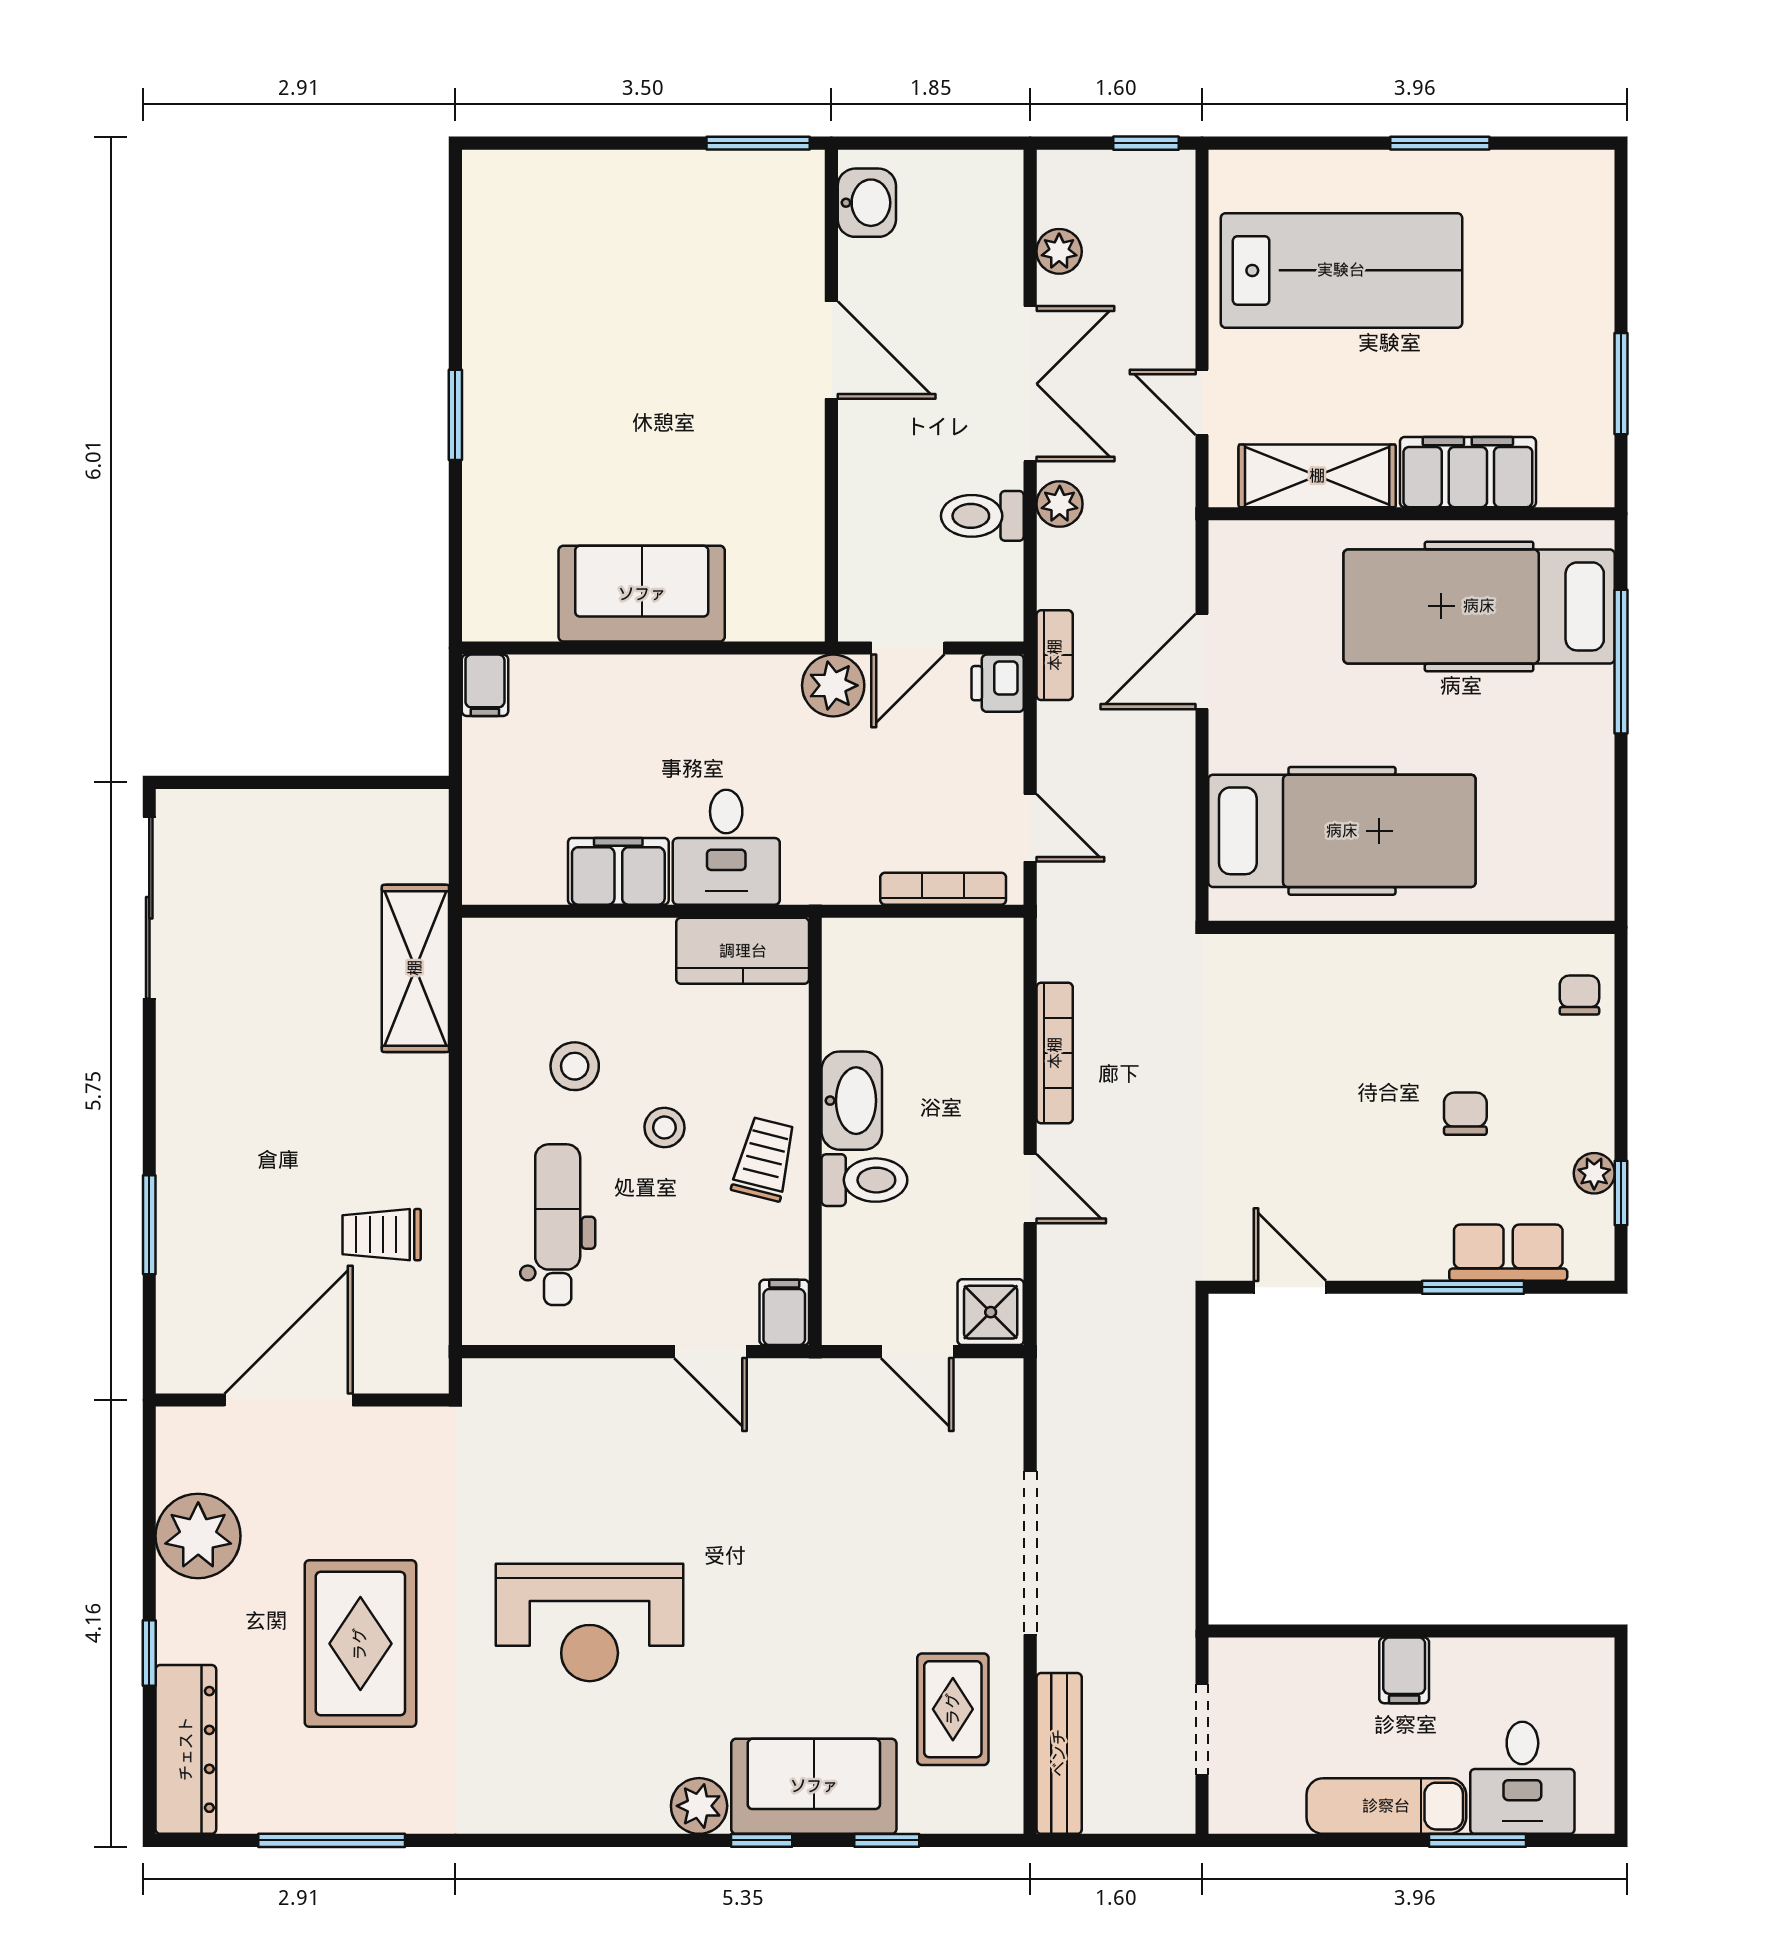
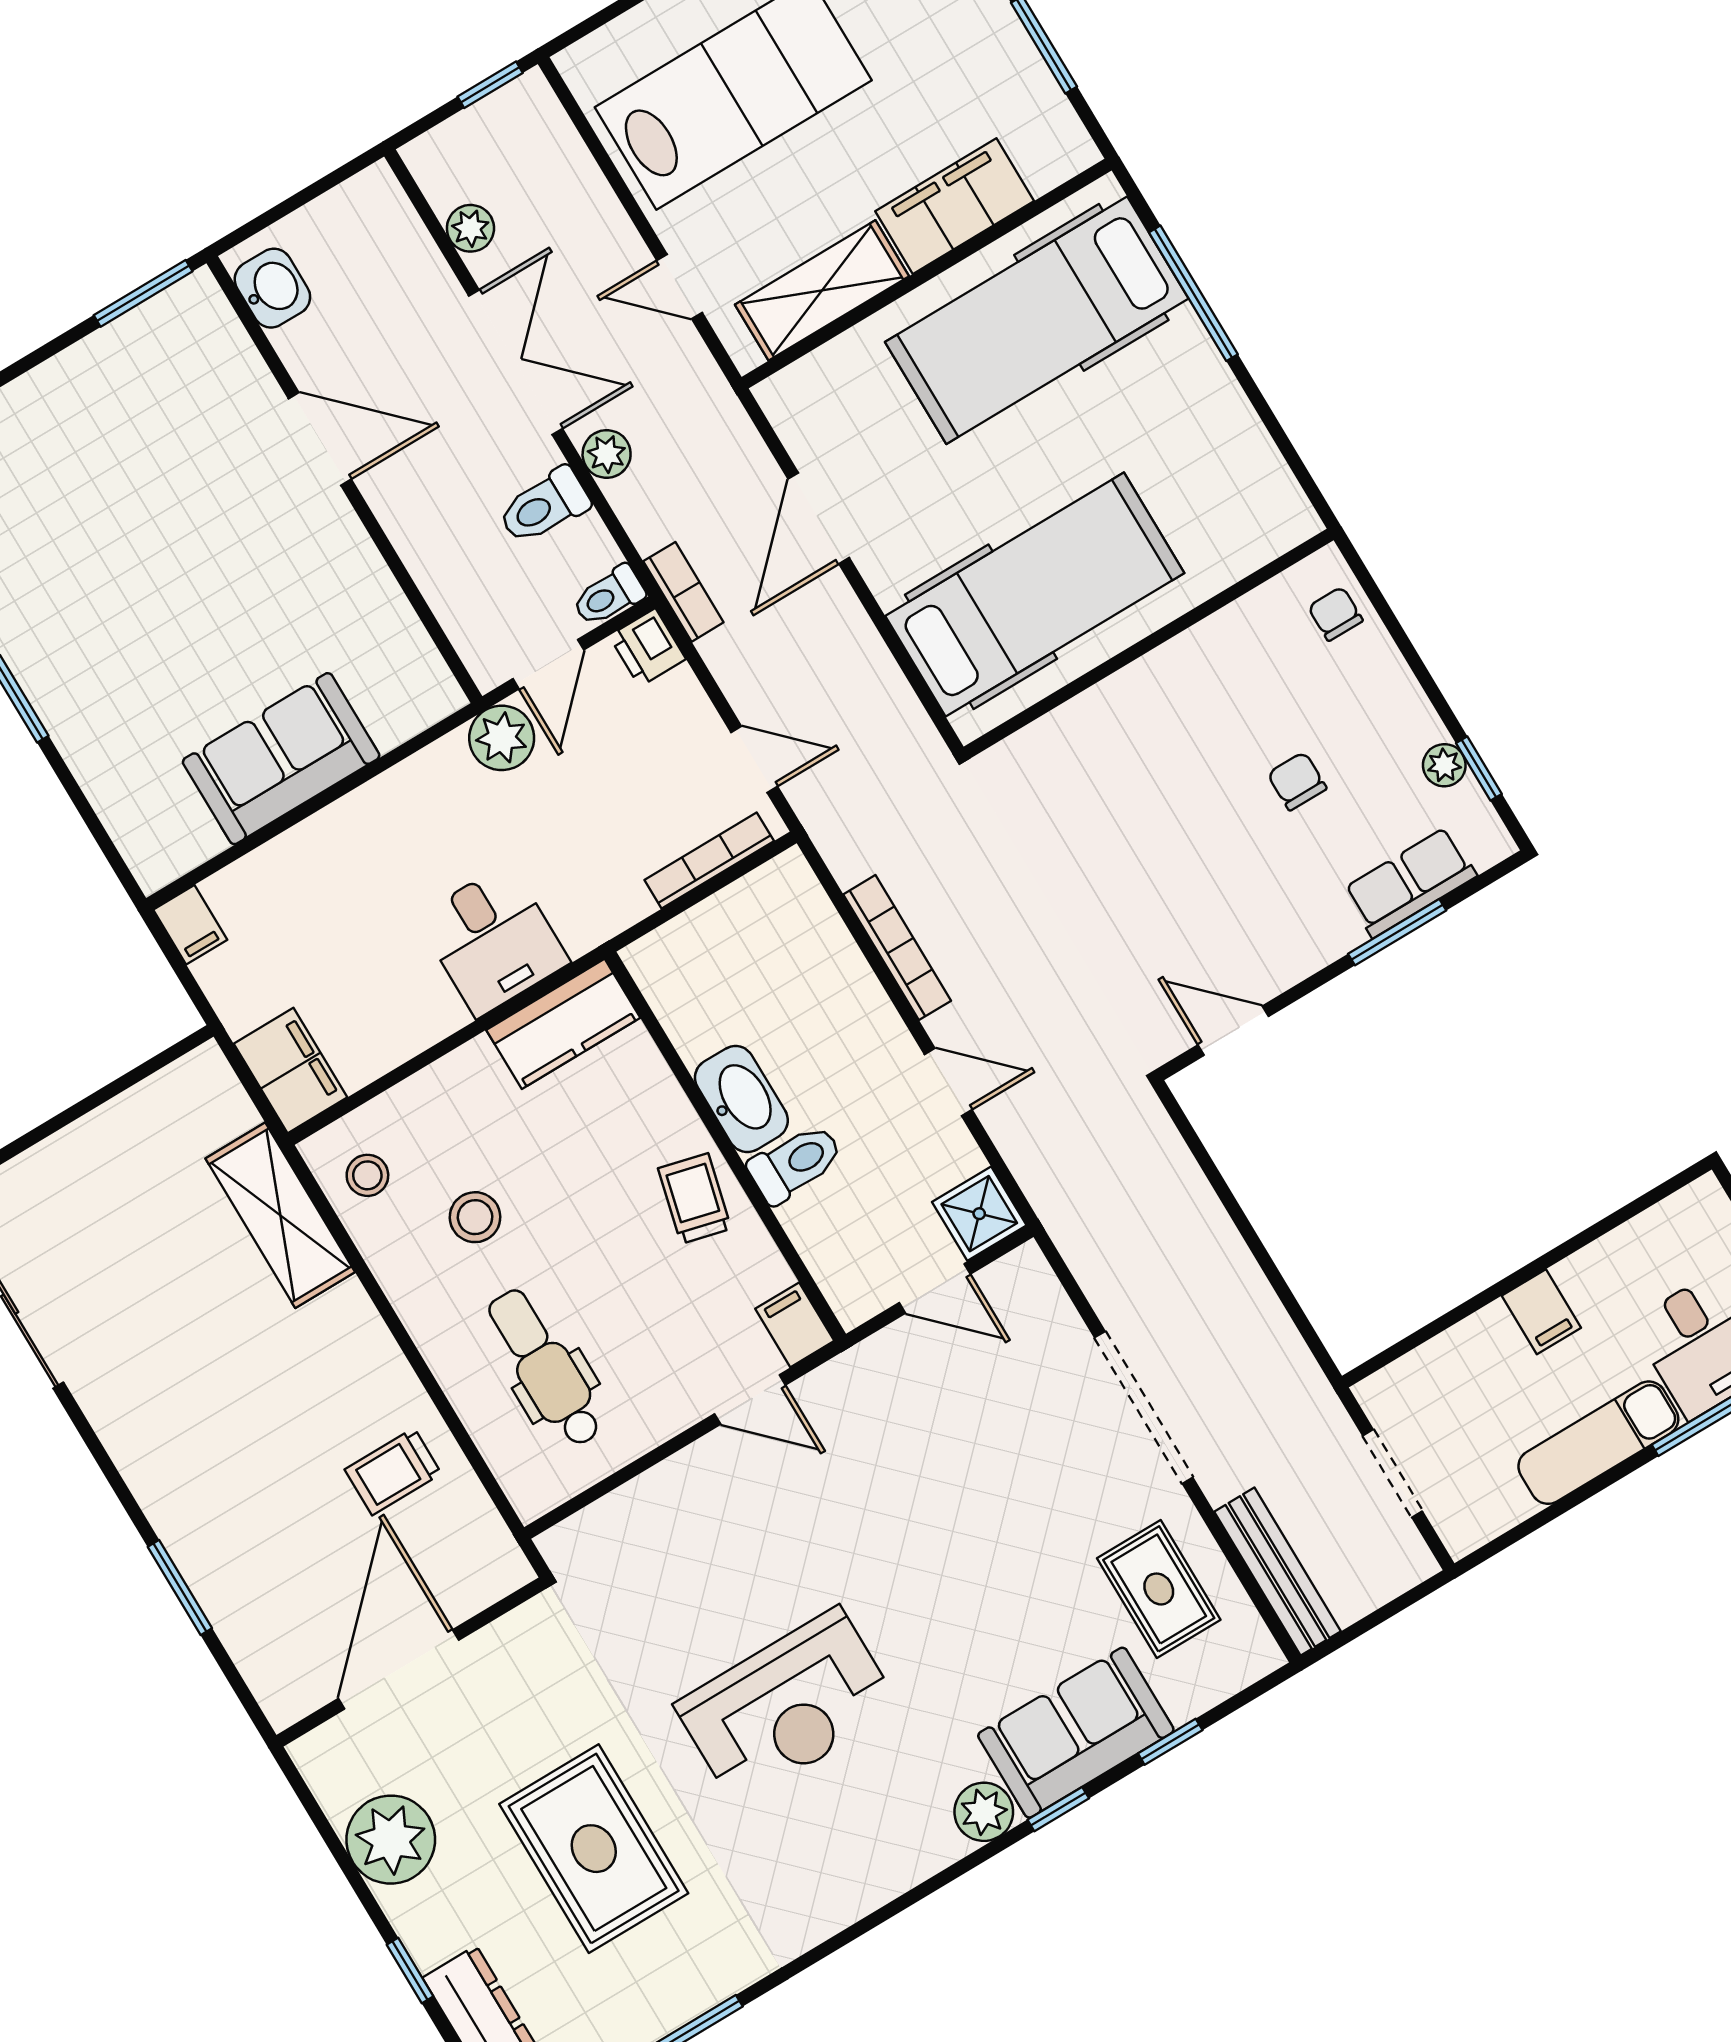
toilet: (991, 622) -> (609, 596), added
filing cabinet: (618, 871) -> (290, 1071), moved, turned 90
stool: (664, 1127) -> (367, 1175), moved

